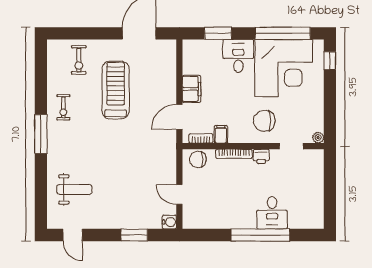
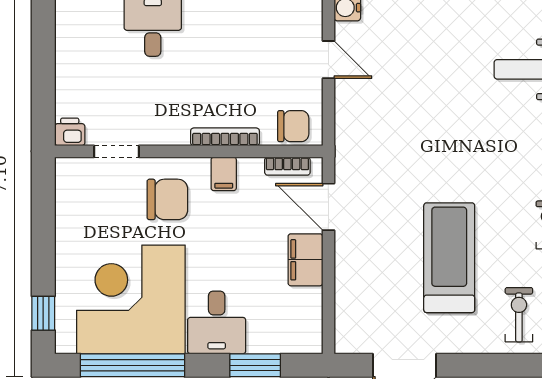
treadmill: (116, 90) -> (449, 258), turned 180
door: (179, 117) -> (328, 207), swing flipped
filing cabinet: (221, 134) -> (224, 174), moved
plant: (318, 138) -> (65, 168), removed
printer: (261, 156) -> (70, 132), moved

